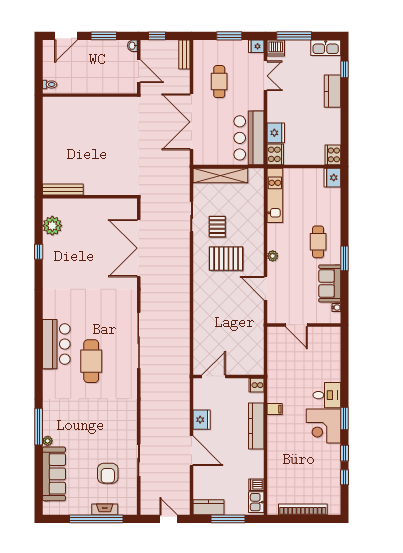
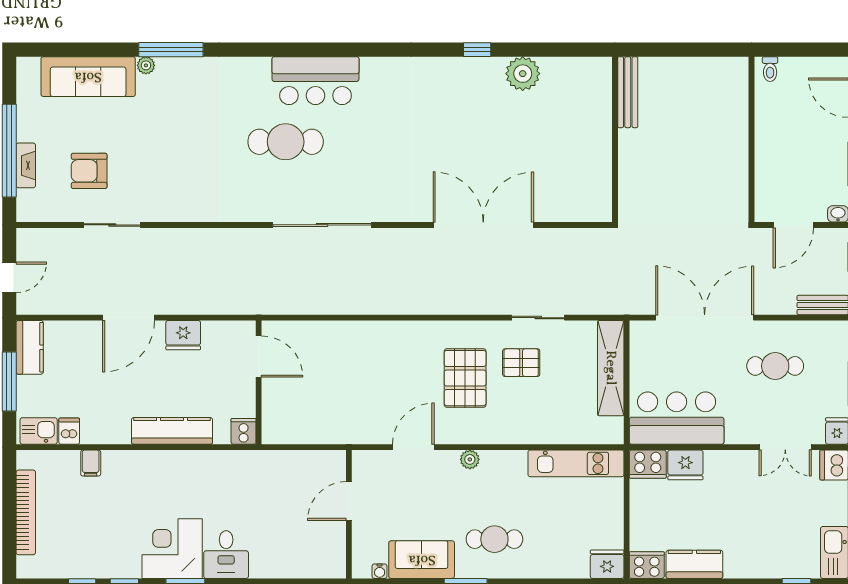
kitchen counter: (332, 91) -> (694, 564), moved
bench: (63, 190) -> (628, 92), moved
wall: (90, 197) -> (615, 139), moved
filing cabinet: (275, 409) -> (91, 463), moved

